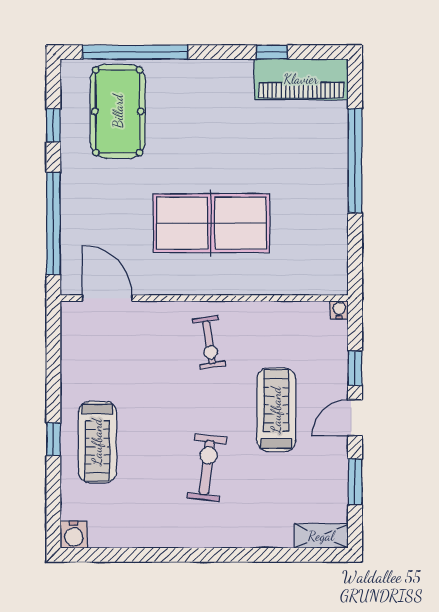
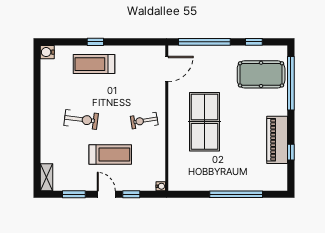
piano: (301, 79) -> (277, 140), moved

